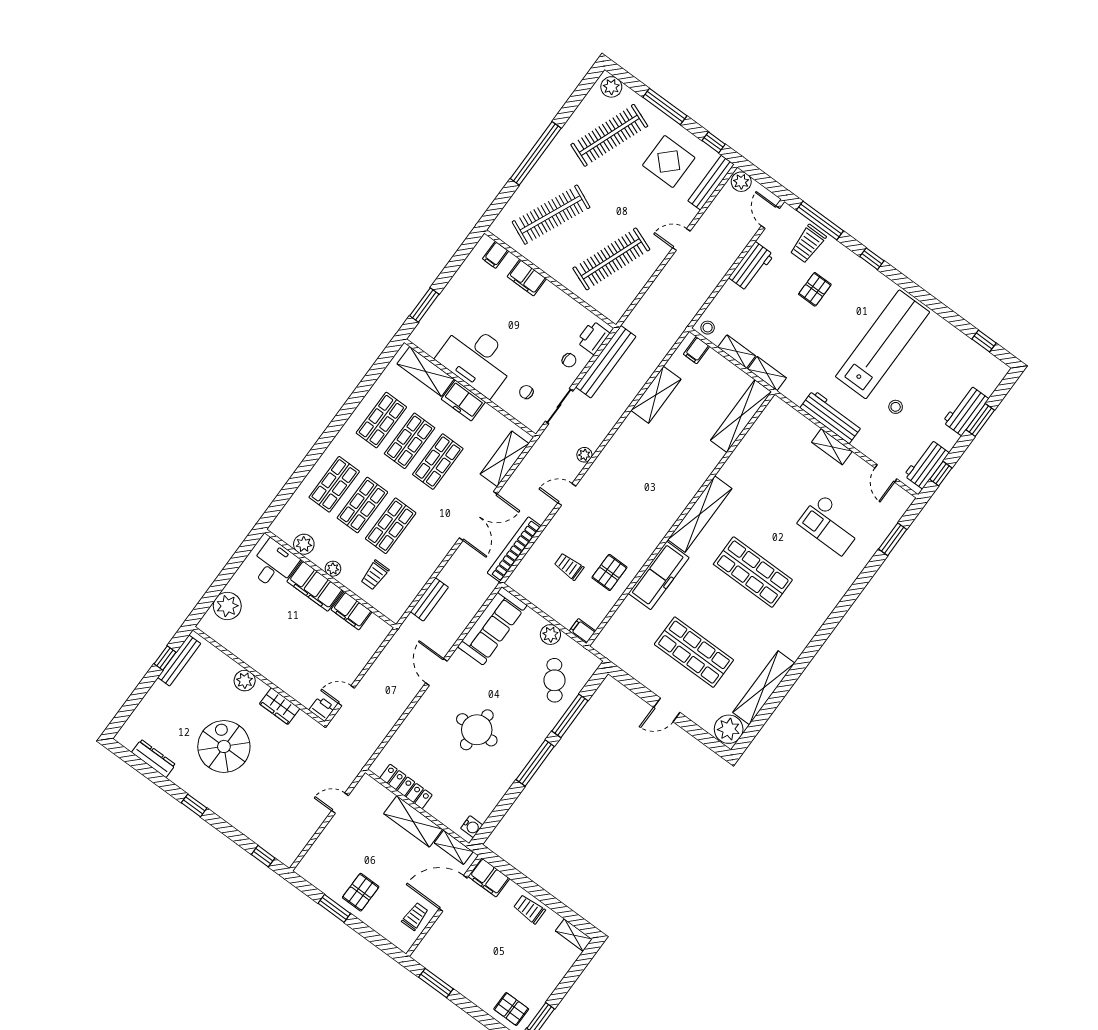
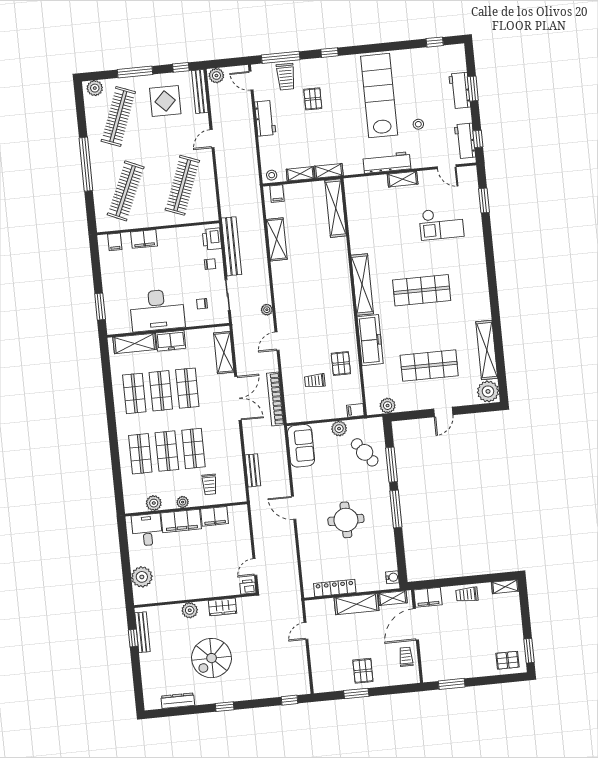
sofa: (492, 626) -> (301, 446), width x0.73
plant: (618, 655) -> (388, 406), added
spiral stairs: (224, 746) -> (212, 658), turned -90

